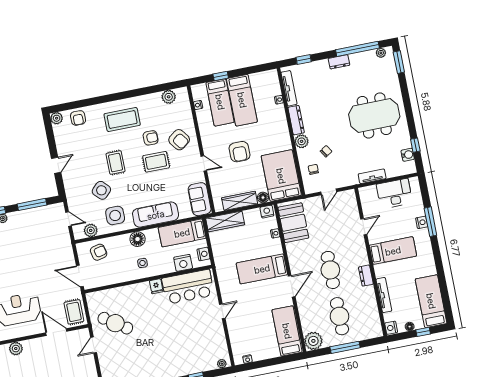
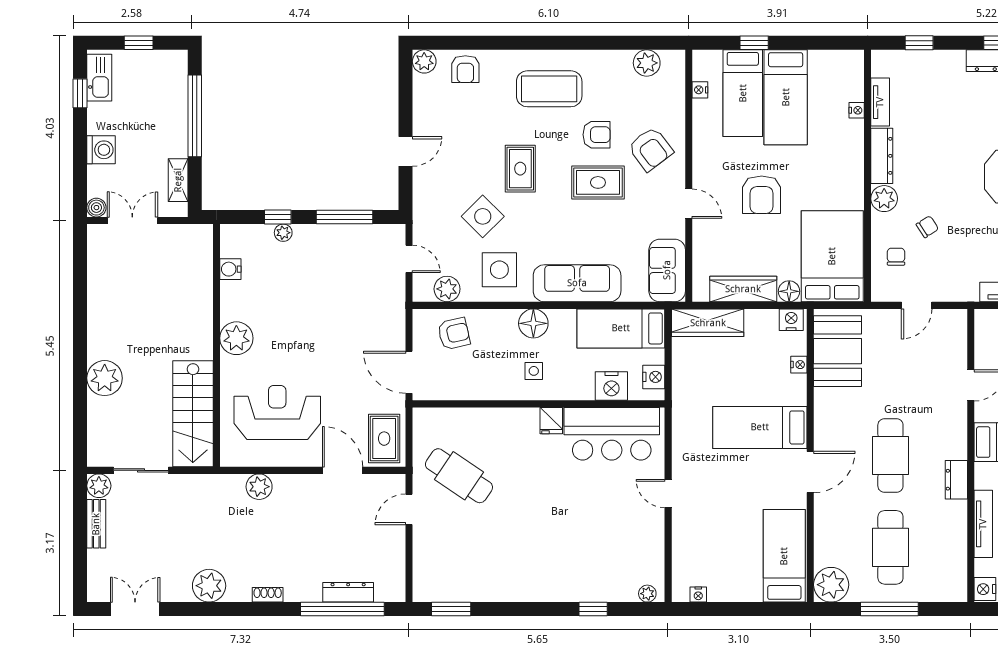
tv unit: (289, 88) -> (880, 102), width x0.71
door: (222, 311) -> (668, 494), swing flipped

